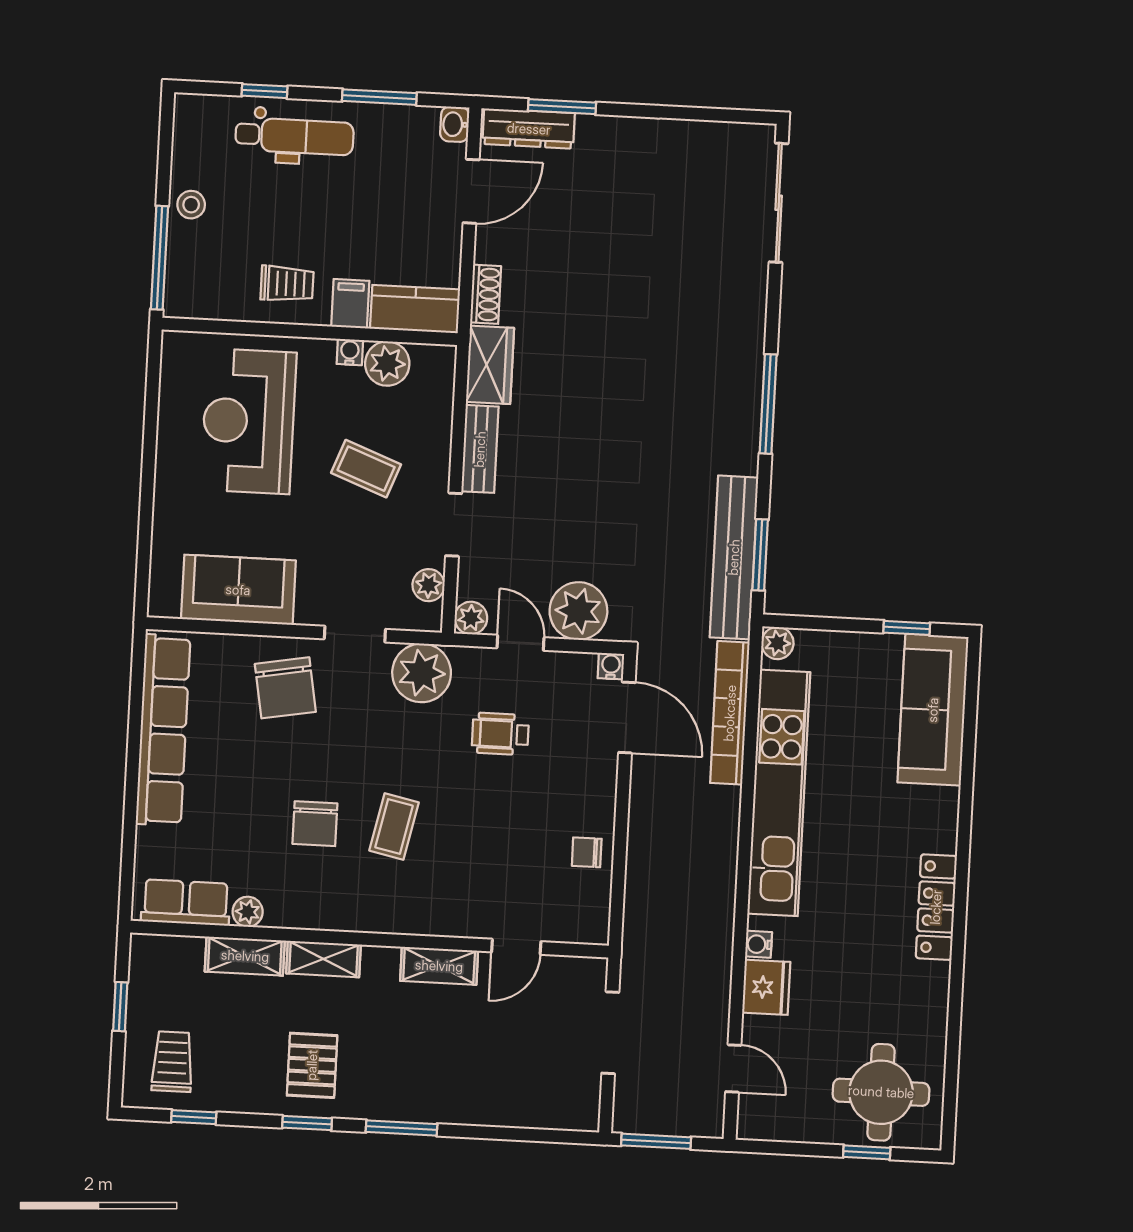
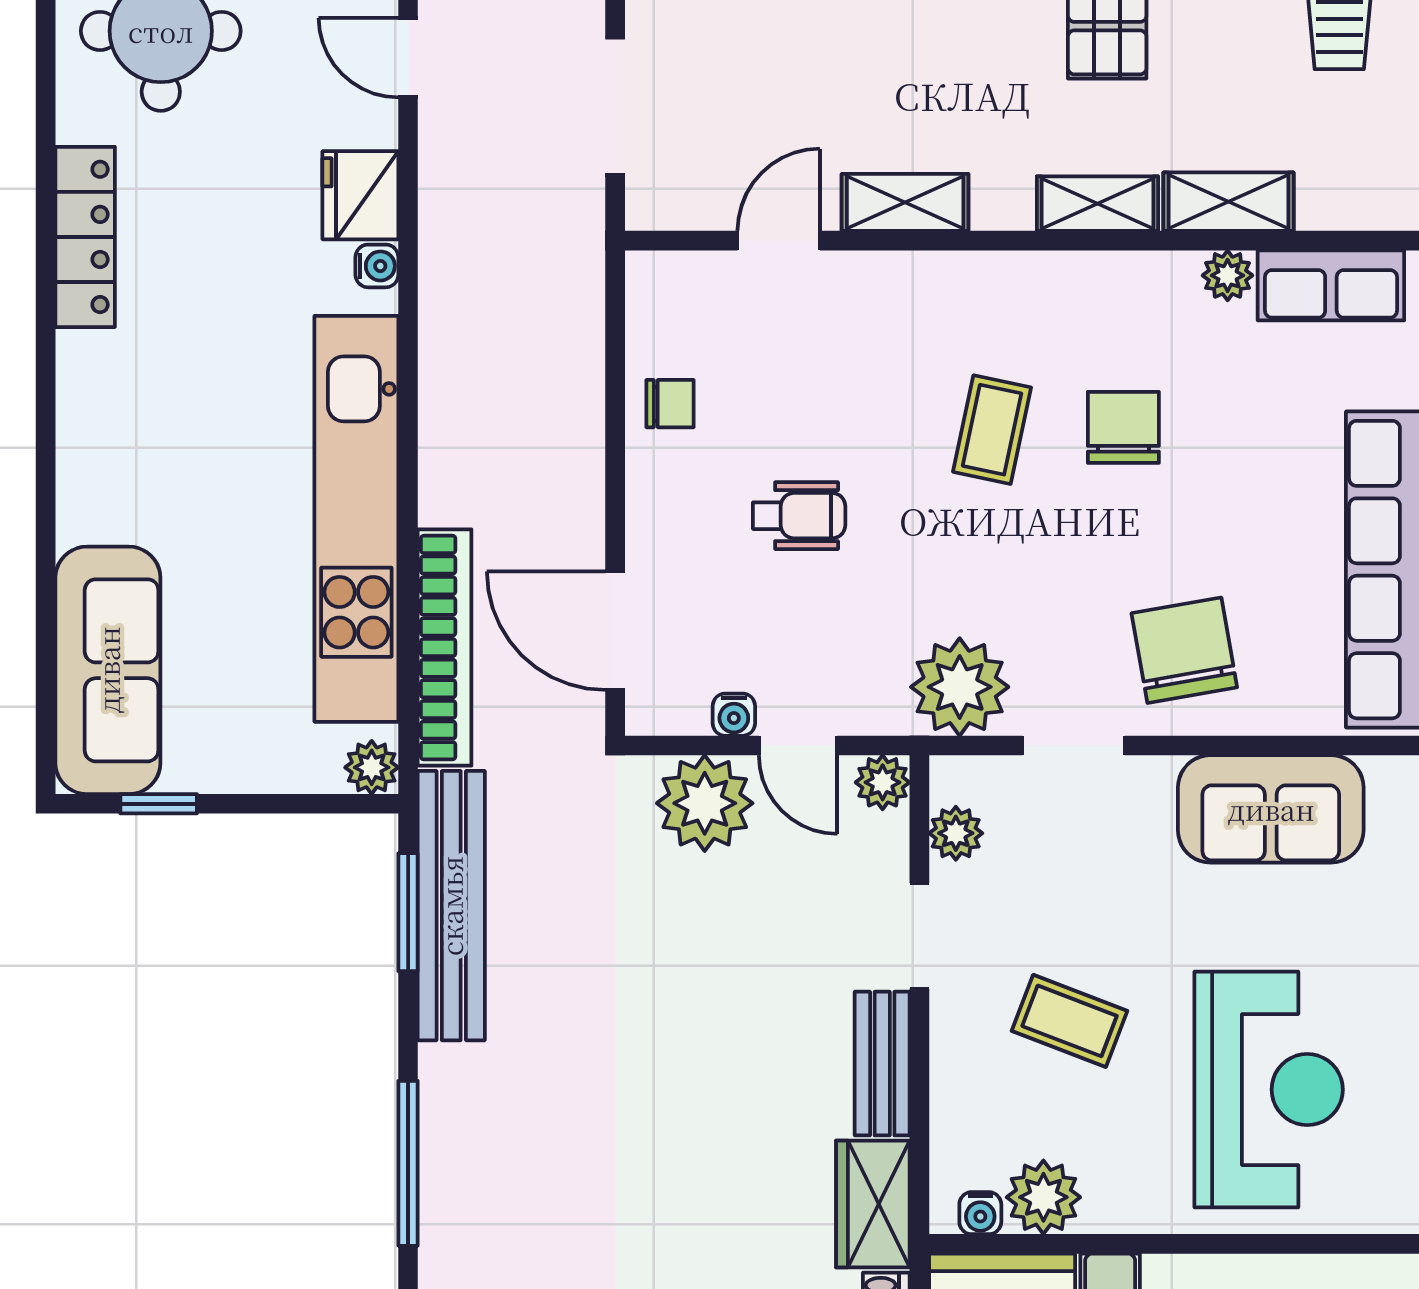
water cooler: (350, 352) -> (980, 1213), moved
water cooler: (611, 666) -> (734, 715), moved
wheelchair: (500, 734) -> (799, 516), moved
locker: (936, 907) -> (85, 237), moved

